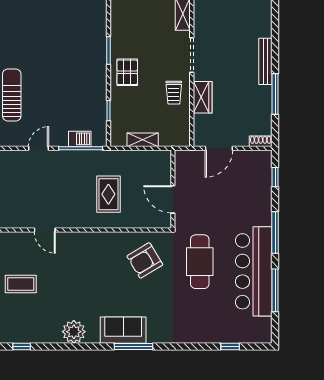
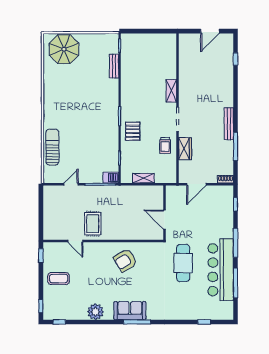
barbecue: (80, 139) -> (111, 178), moved
rug: (108, 194) -> (93, 224), moved
armchair: (145, 260) -> (125, 260), moved

